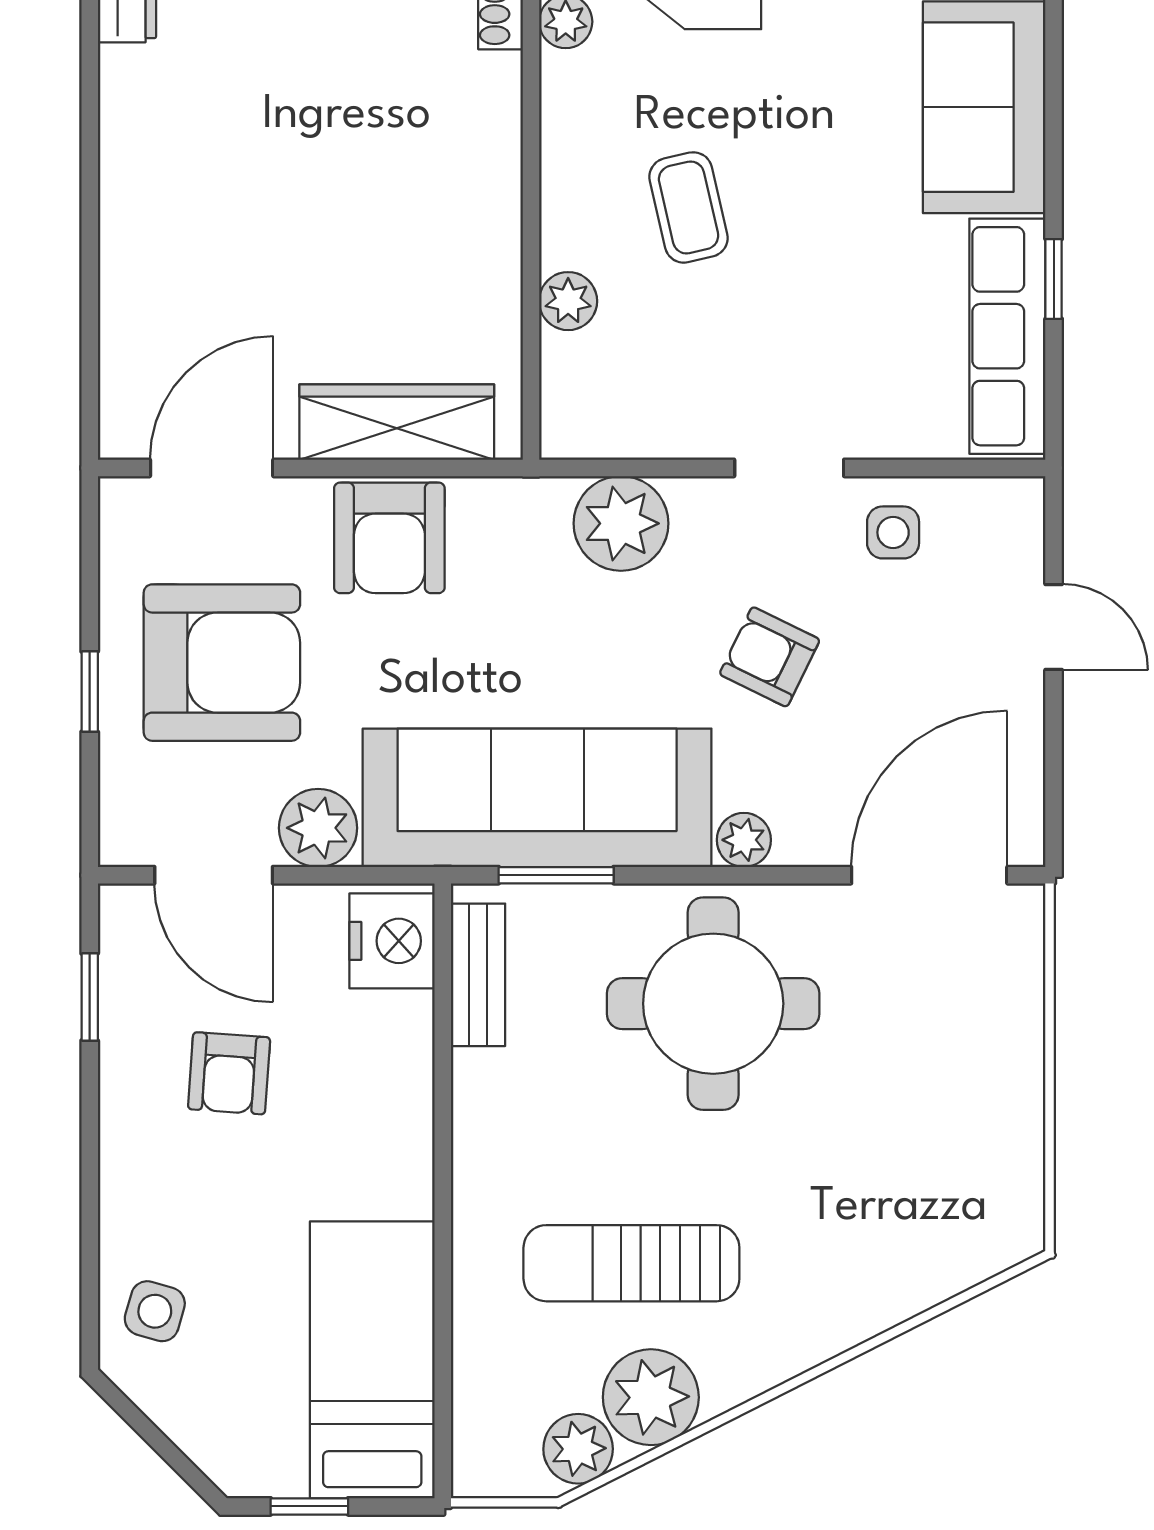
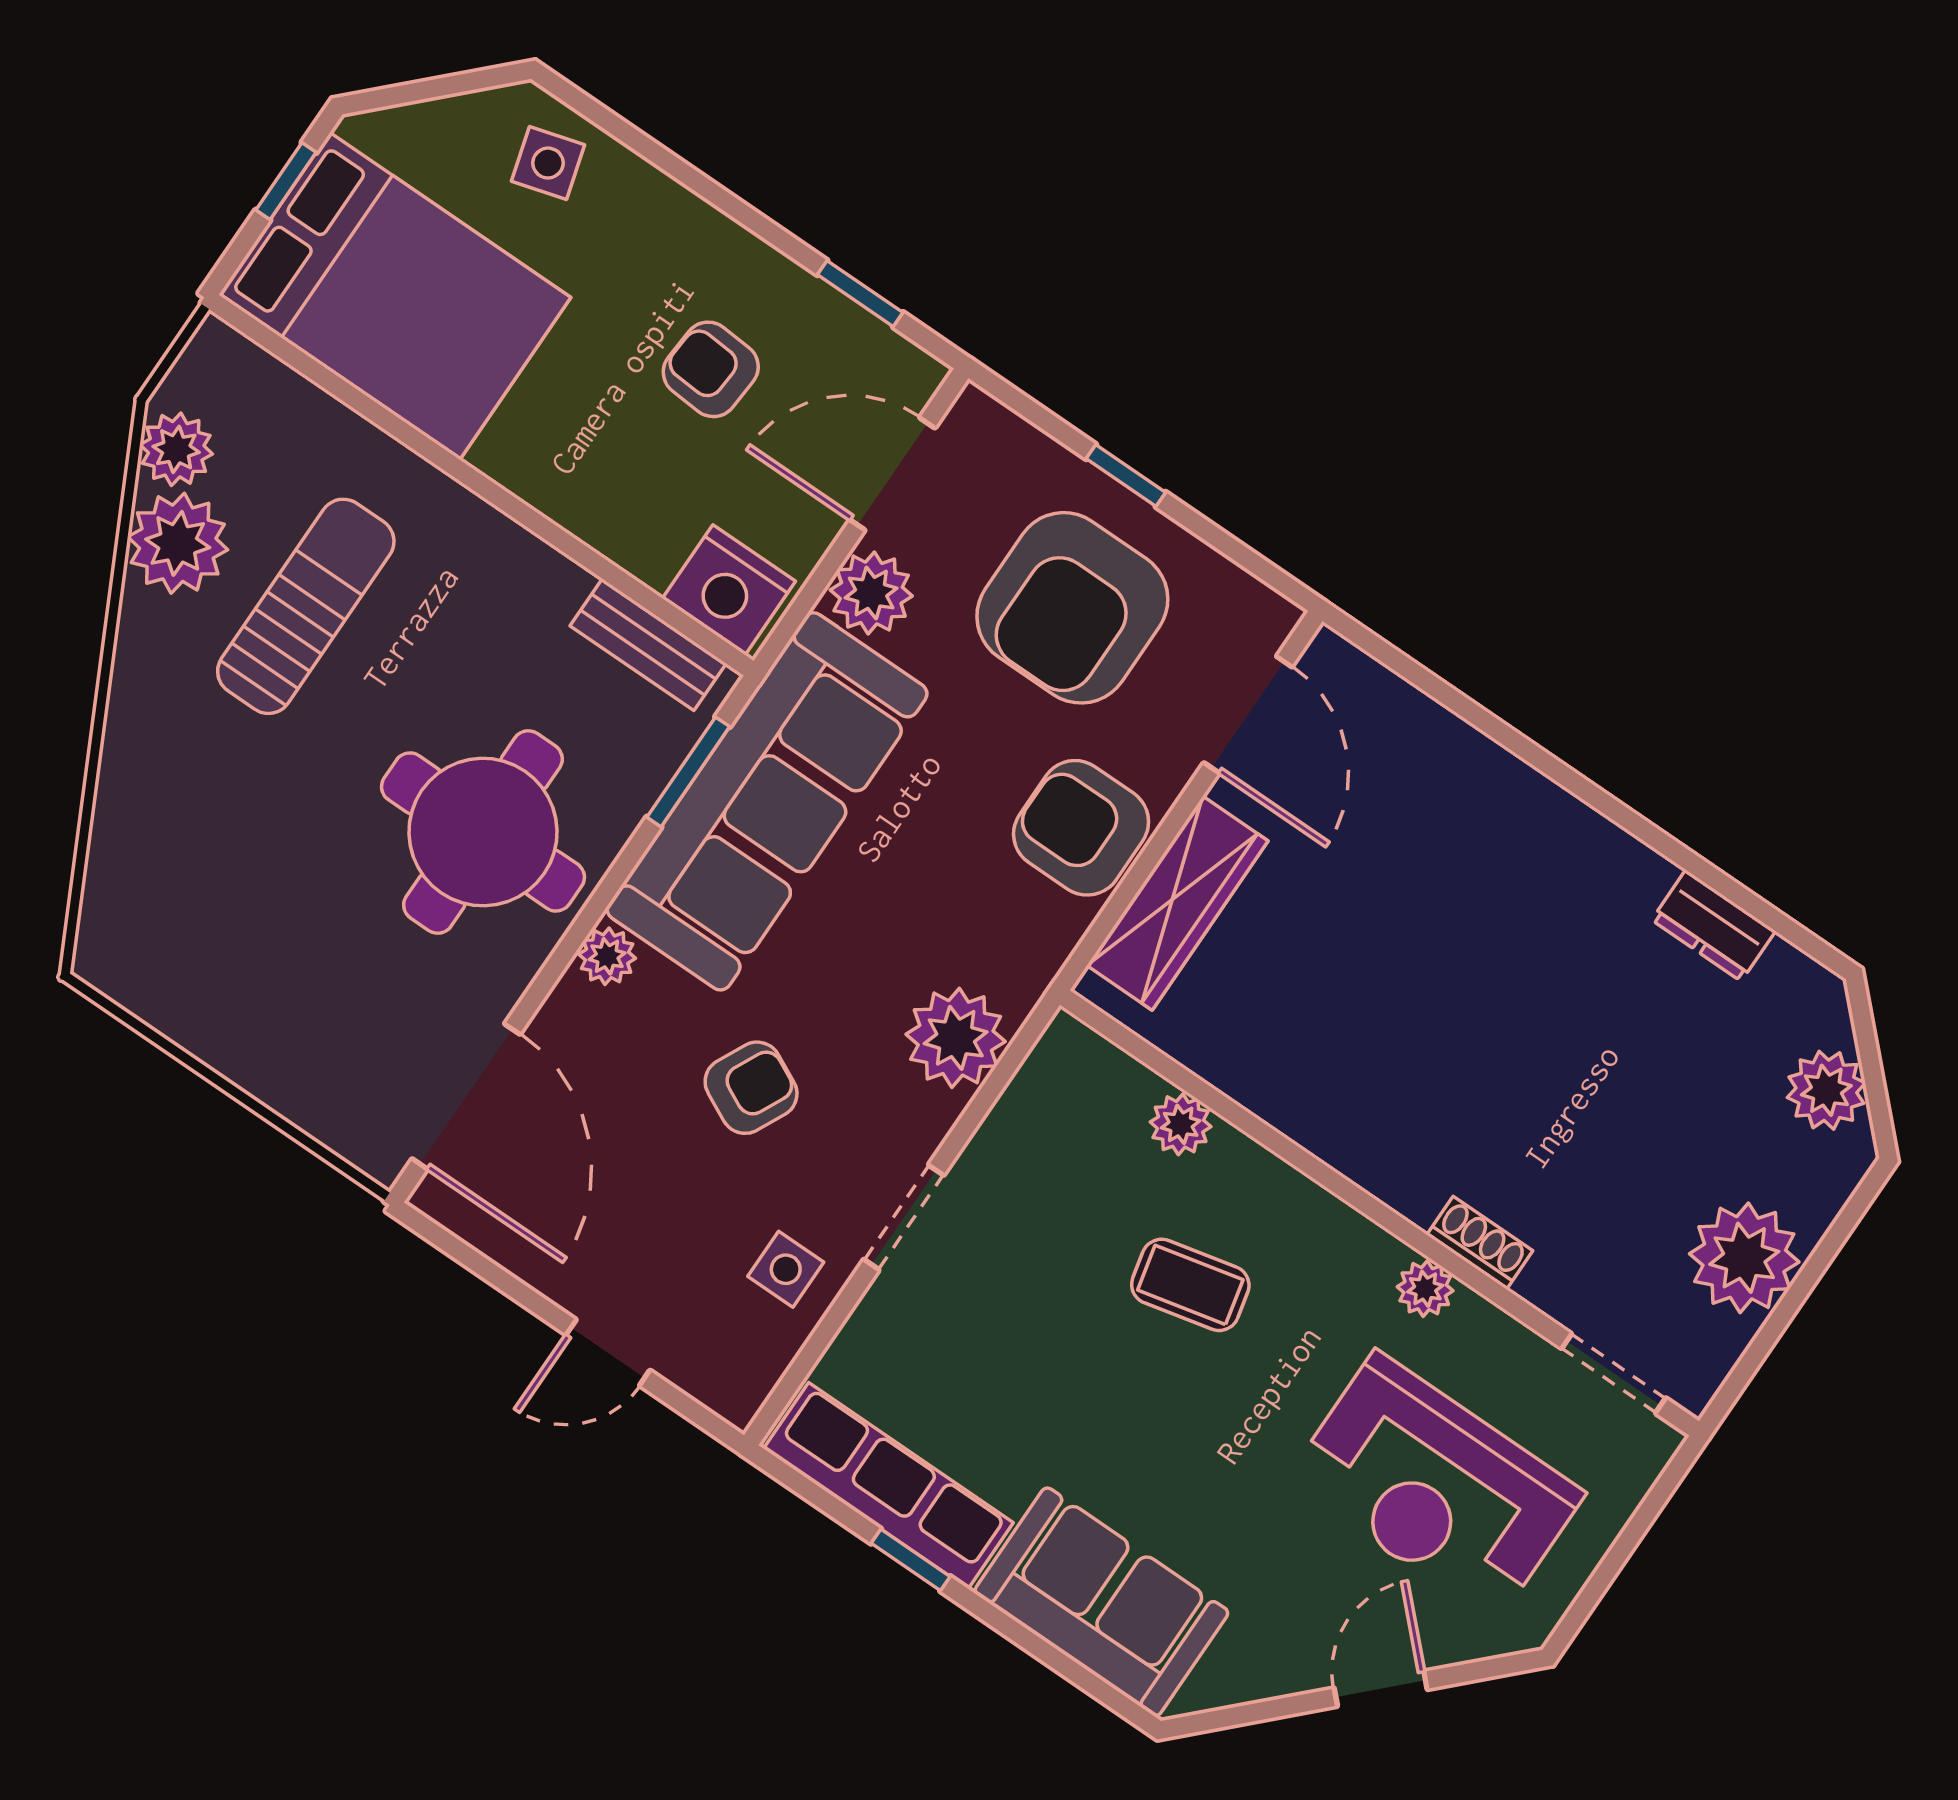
side table: (155, 1311) -> (548, 163), turned -32
bed: (372, 1360) -> (395, 296), width x1.50

